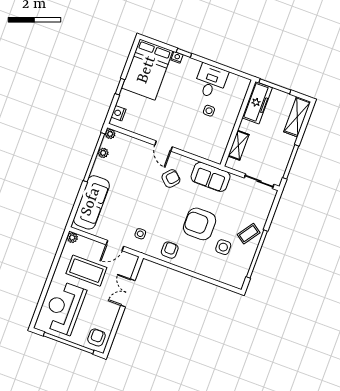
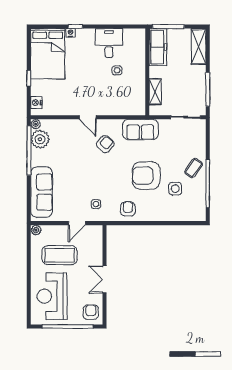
plant: (103, 153) -> (40, 139), width x1.87, depth x1.87
double door: (128, 293) -> (104, 279), moved

